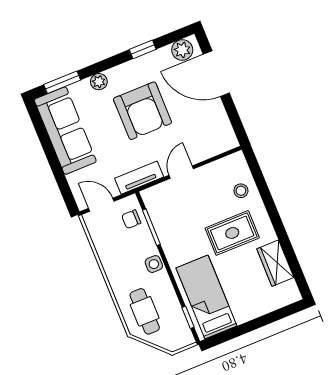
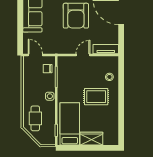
tv unit: (139, 178) -> (106, 49), moved
wardrobe: (275, 263) -> (91, 139), moved, turned 90

